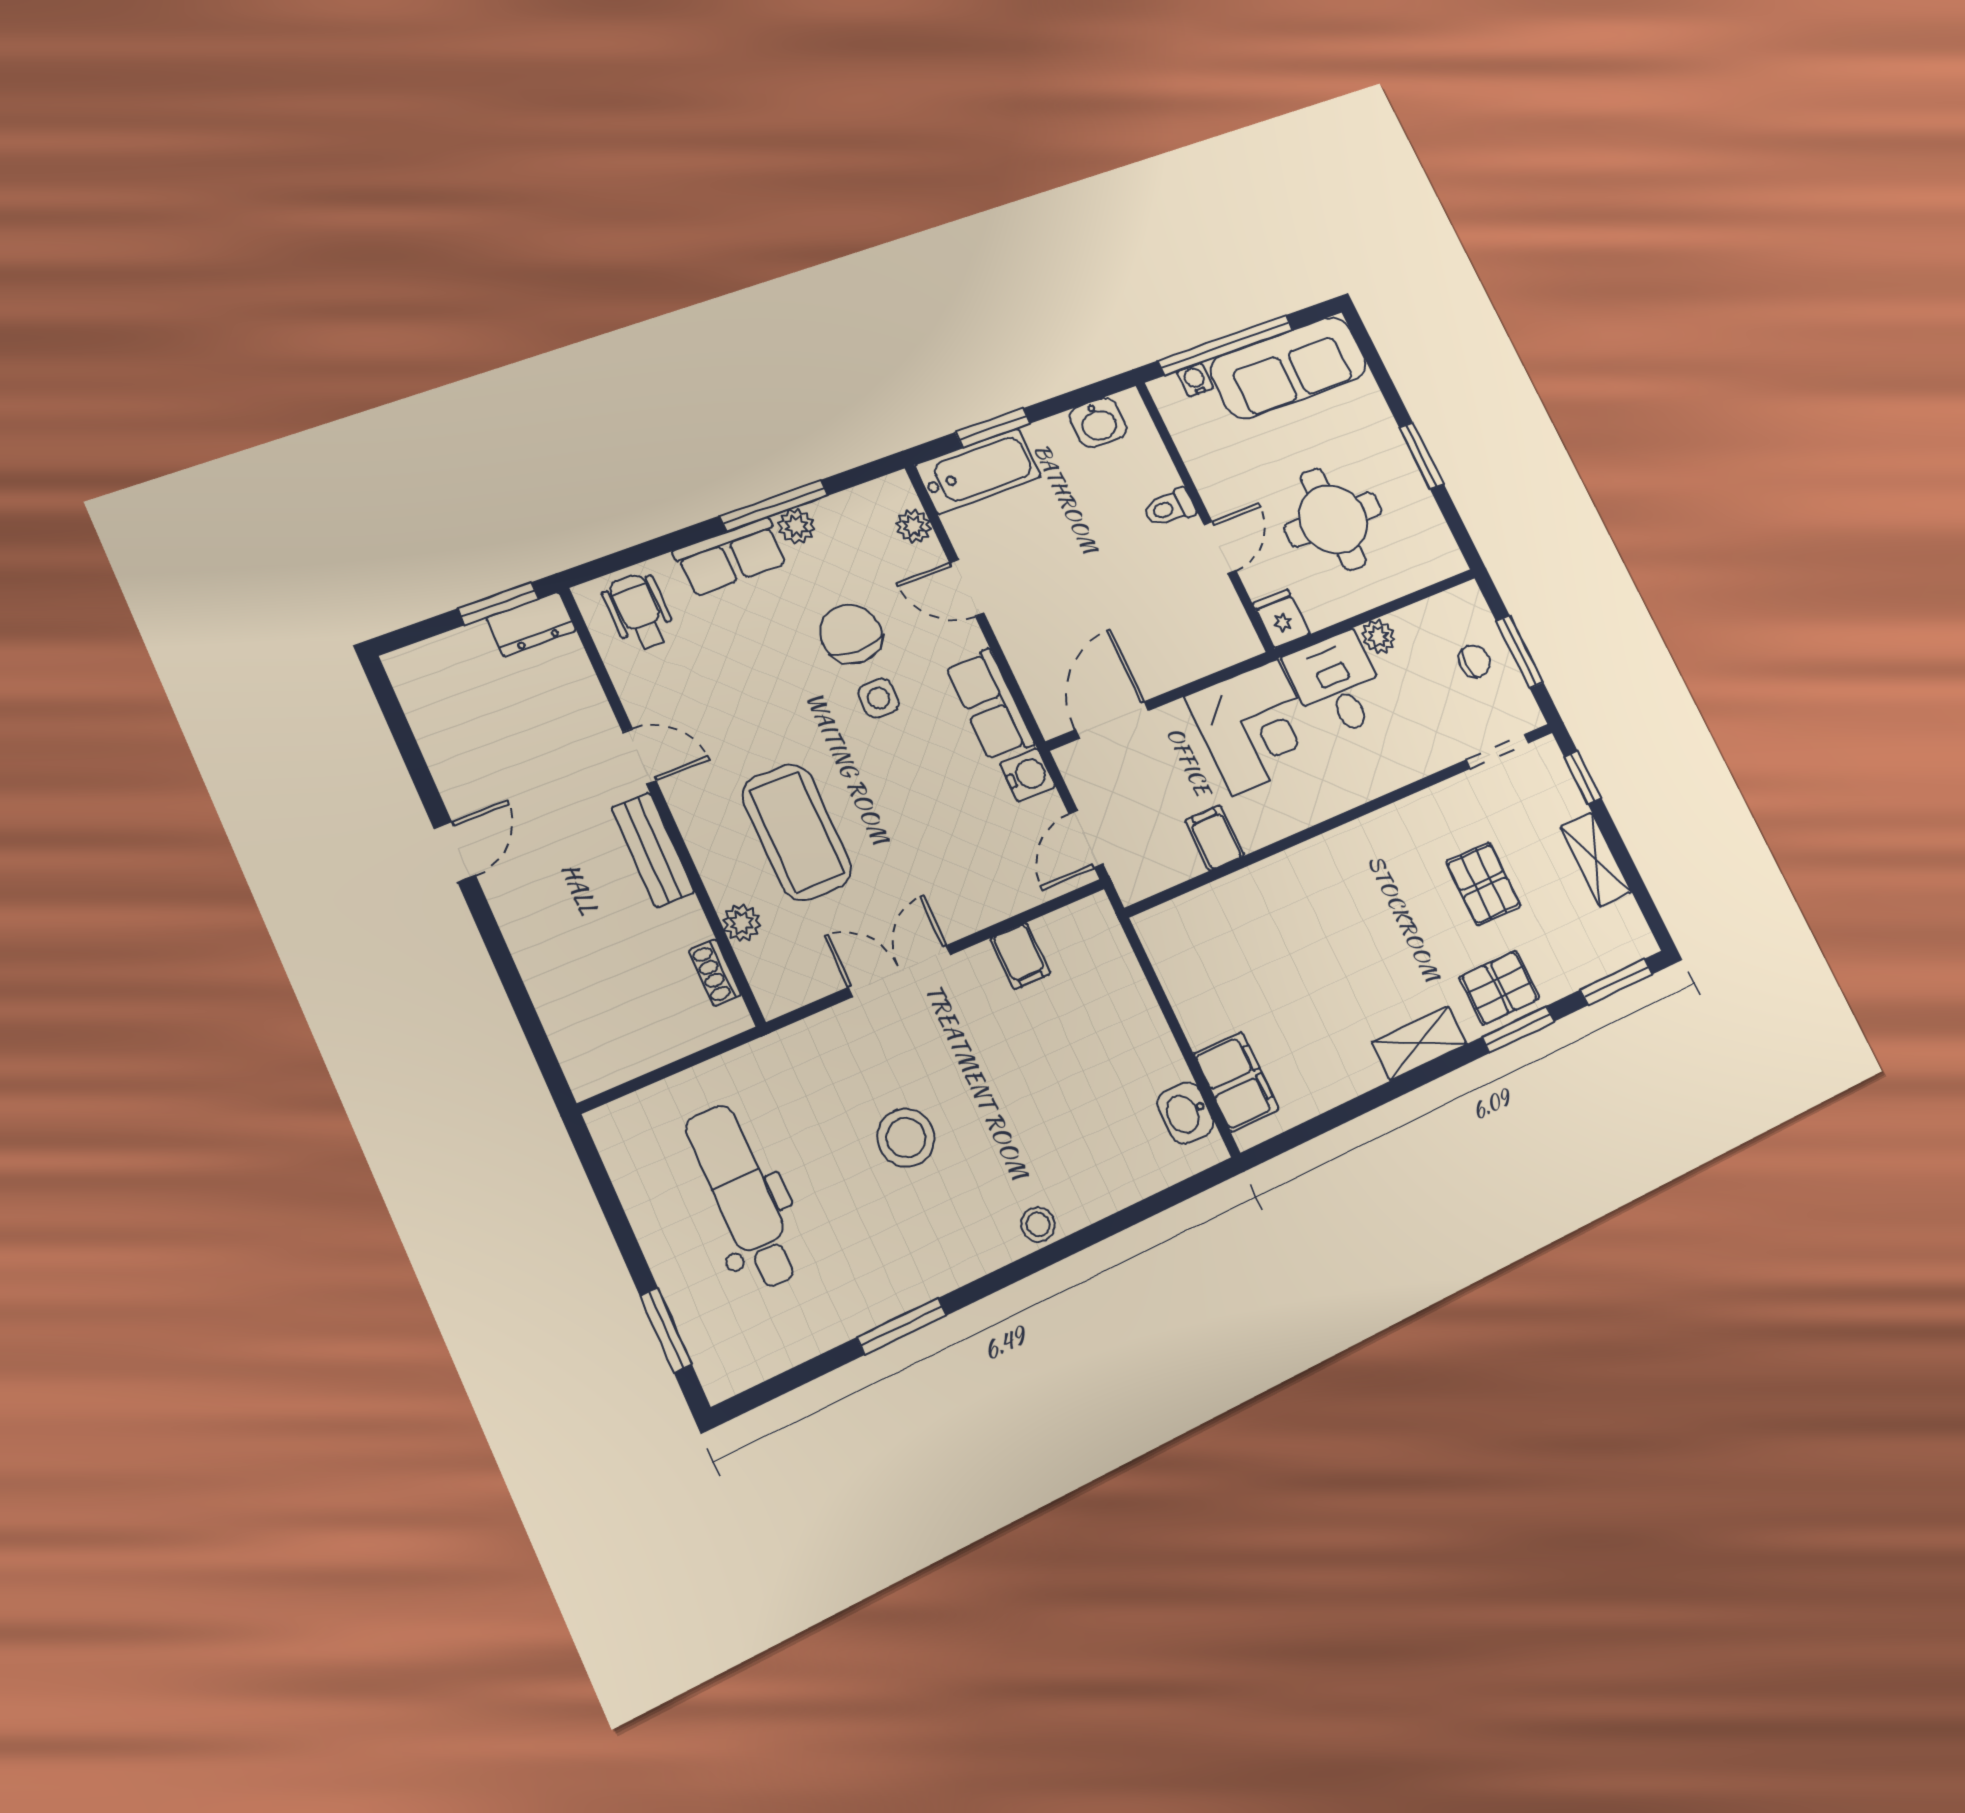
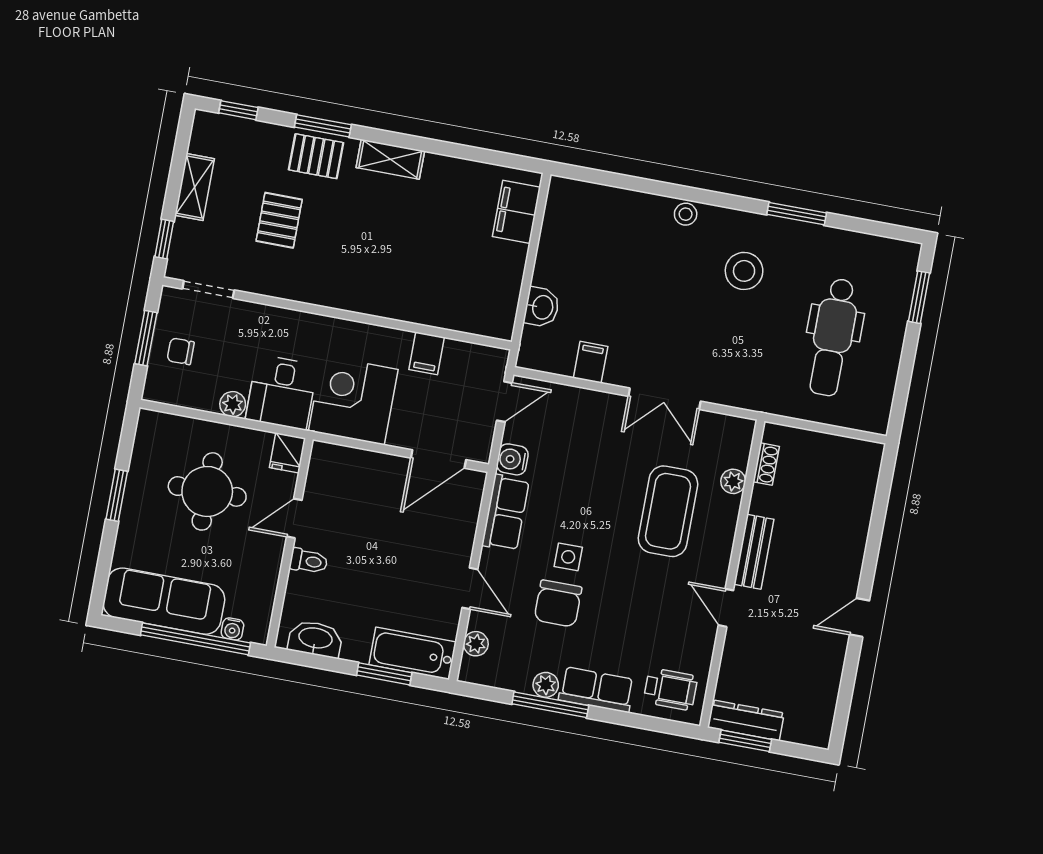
washbasin: (1098, 423) -> (315, 639), width x1.38
wheelchair: (639, 612) -> (670, 689), turned -90
dresser: (531, 624) -> (746, 720), width x1.44
window: (1617, 982) -> (238, 110), width x0.67
washbasin: (1186, 1113) -> (542, 307), moved
stool: (906, 1138) -> (744, 271), moved

